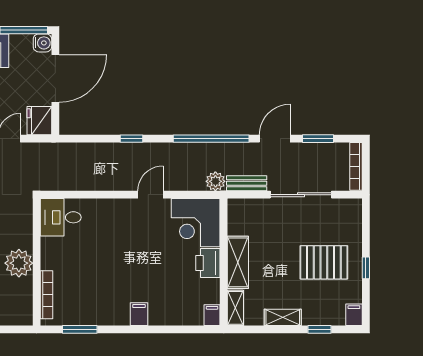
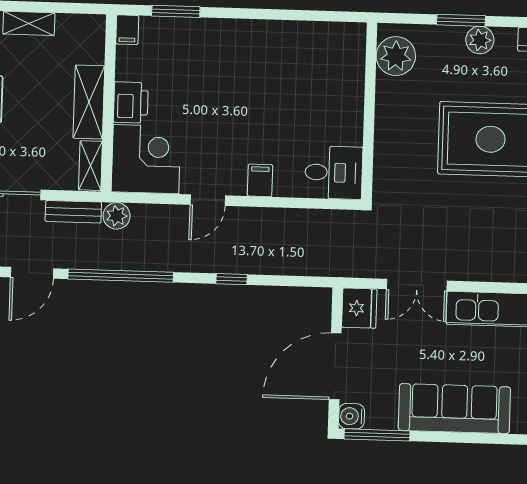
plant: (19, 263) -> (396, 56), moved
bookcase: (46, 295) -> (357, 65), removed
shelving: (235, 308) -> (90, 166), moved
filing cabinet: (139, 314) -> (260, 180), moved, turned 180
window: (80, 329) -> (176, 11), moved

